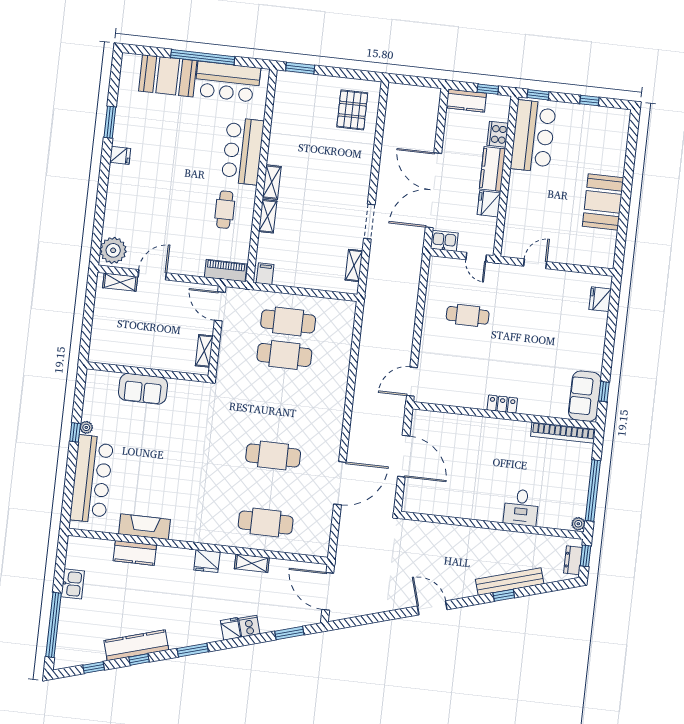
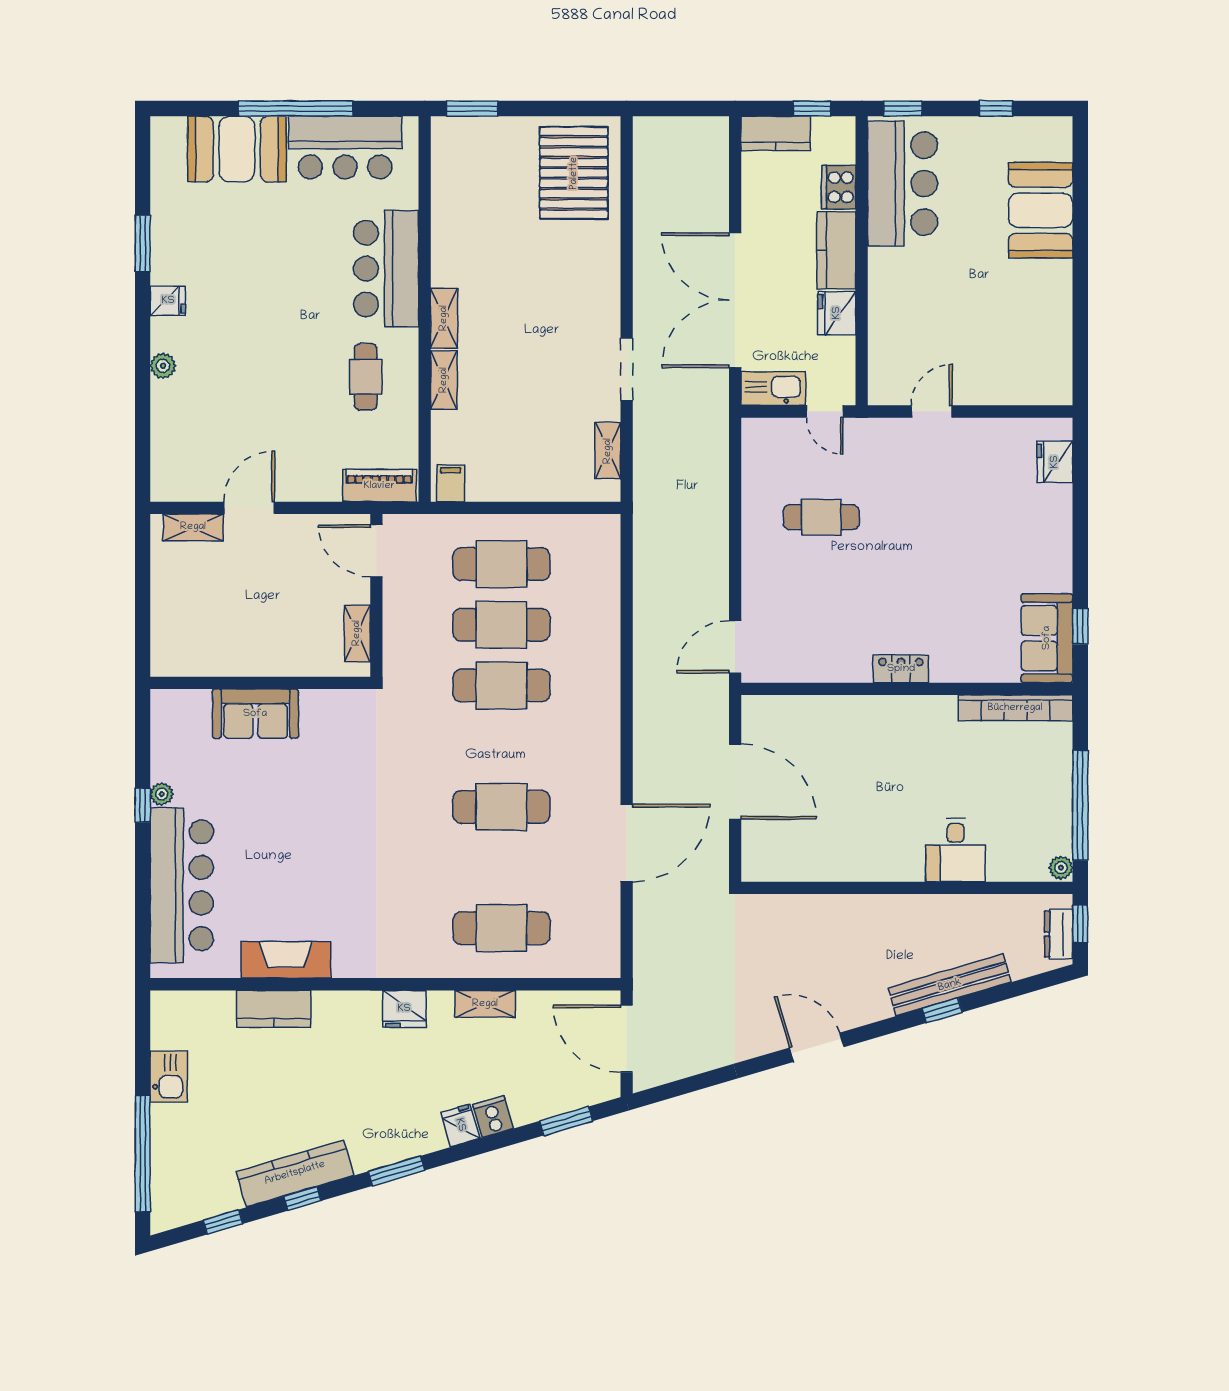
pallet: (352, 110) -> (574, 173), width x1.37, depth x1.41
booth: (603, 202) -> (1041, 210), moved
kitchen sink: (444, 241) -> (773, 389), width x1.38
plant: (113, 250) -> (163, 366), moved, width x0.53, depth x0.53
cafe table: (281, 388) -> (501, 685), added

